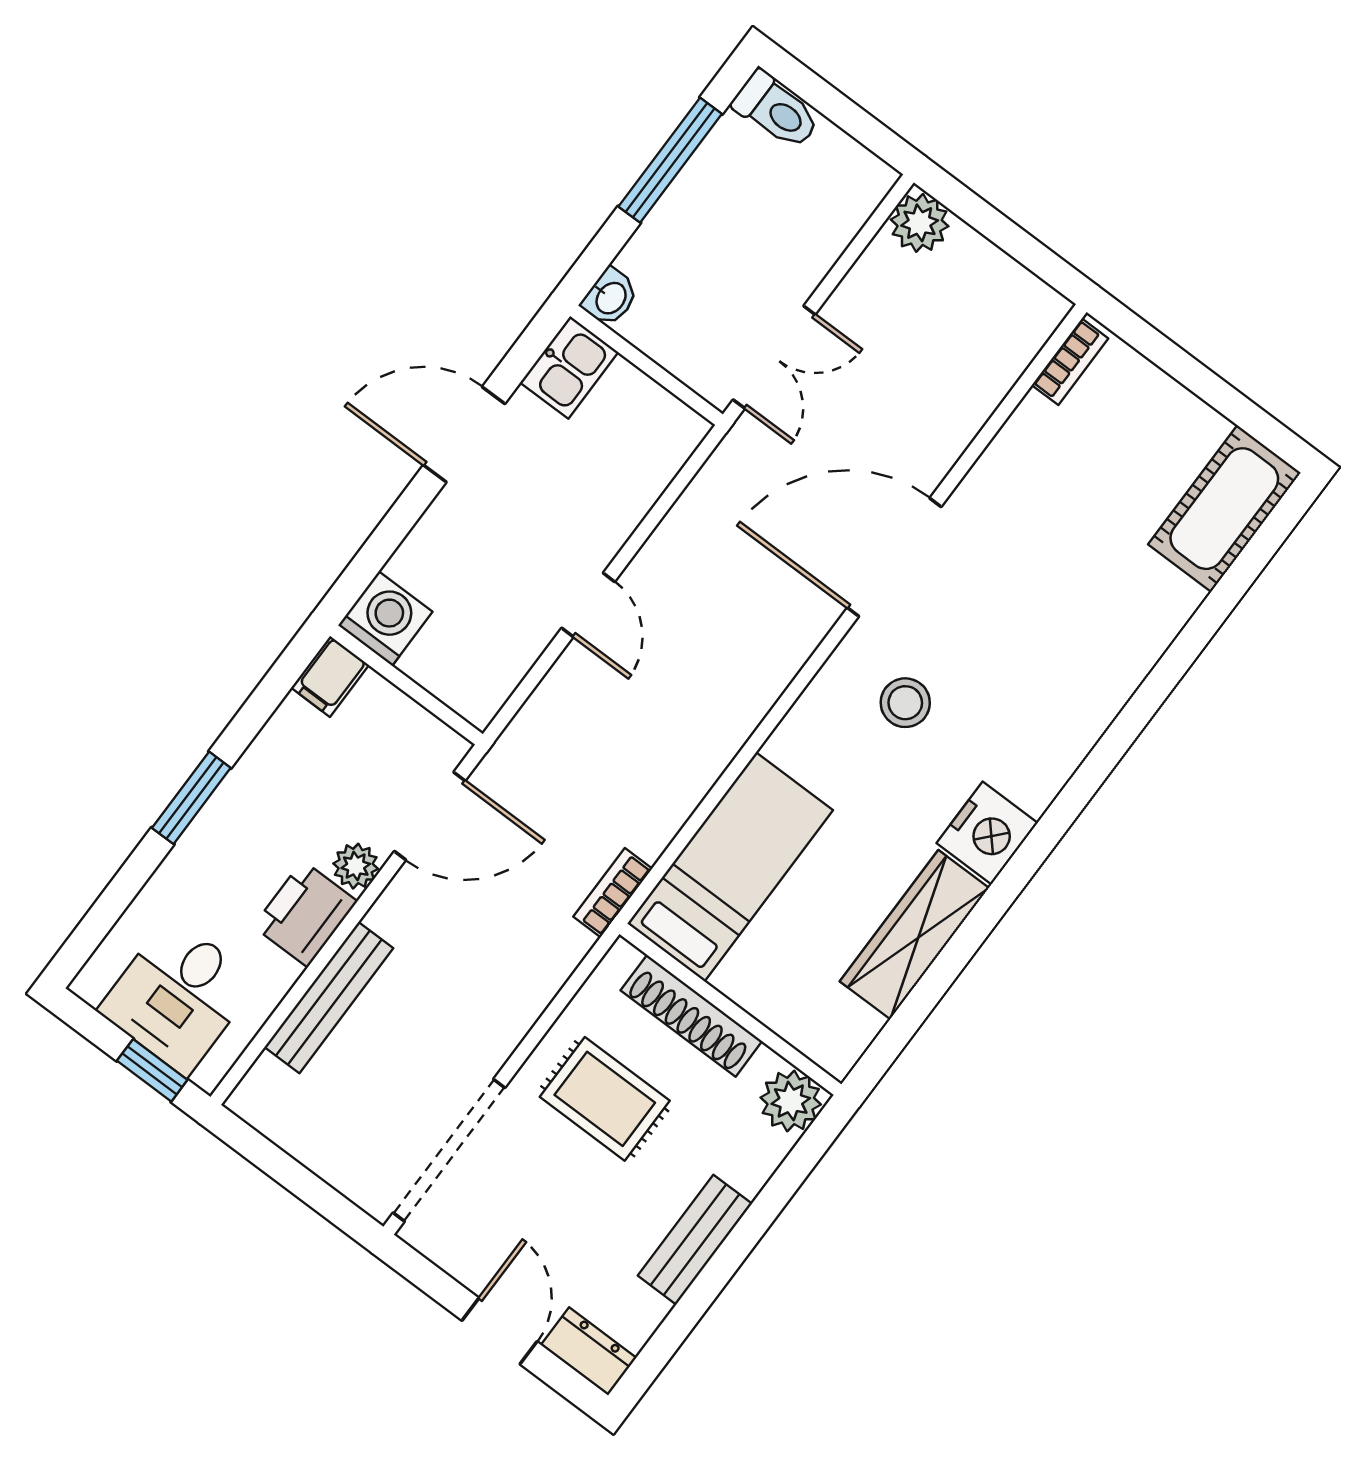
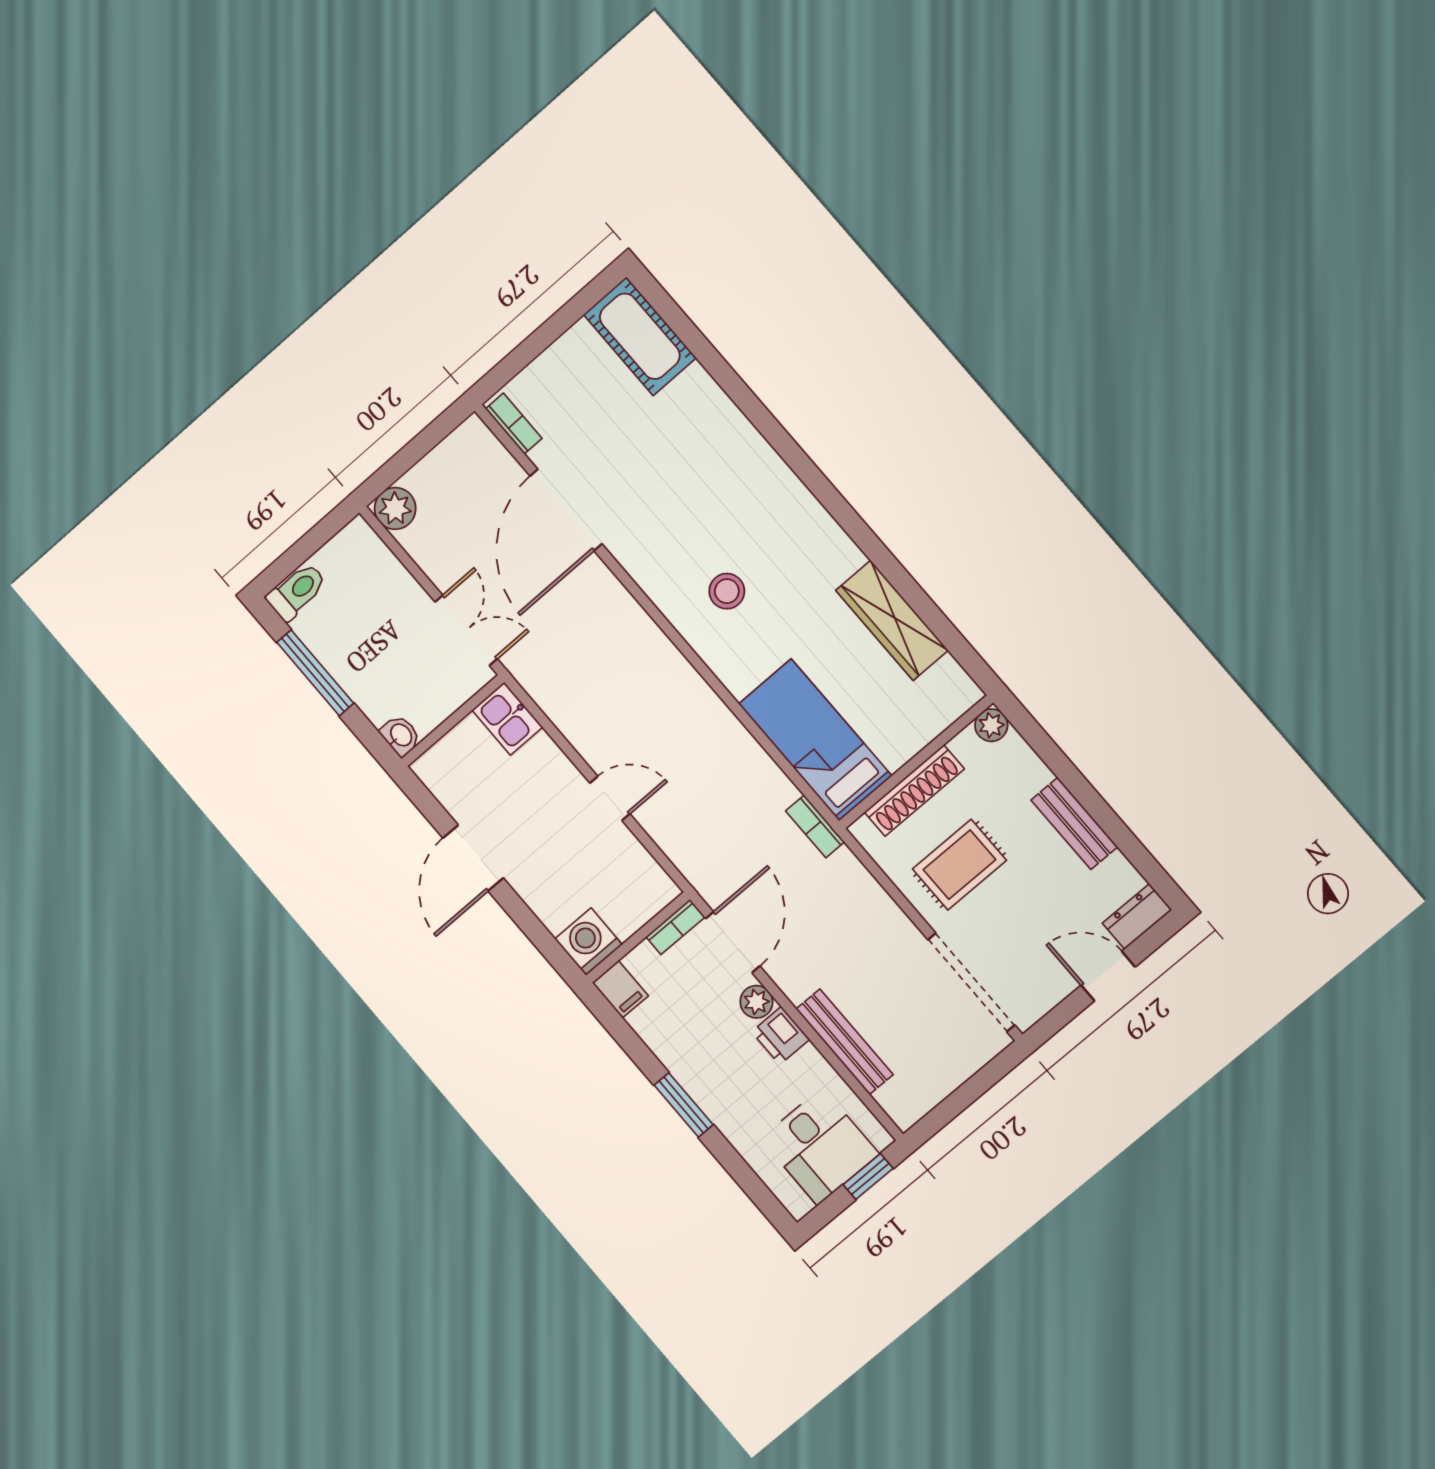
kitchen sink: (569, 367) -> (507, 719), moved, turned 180
door: (894, 557) -> (566, 510), moved
bookcase: (433, 733) -> (675, 927), added
nightstand: (987, 833) -> (831, 553), removed
printer: (305, 914) -> (781, 1036), width x0.73, depth x0.81
plant: (791, 1101) -> (991, 725), width x0.73, depth x0.73

